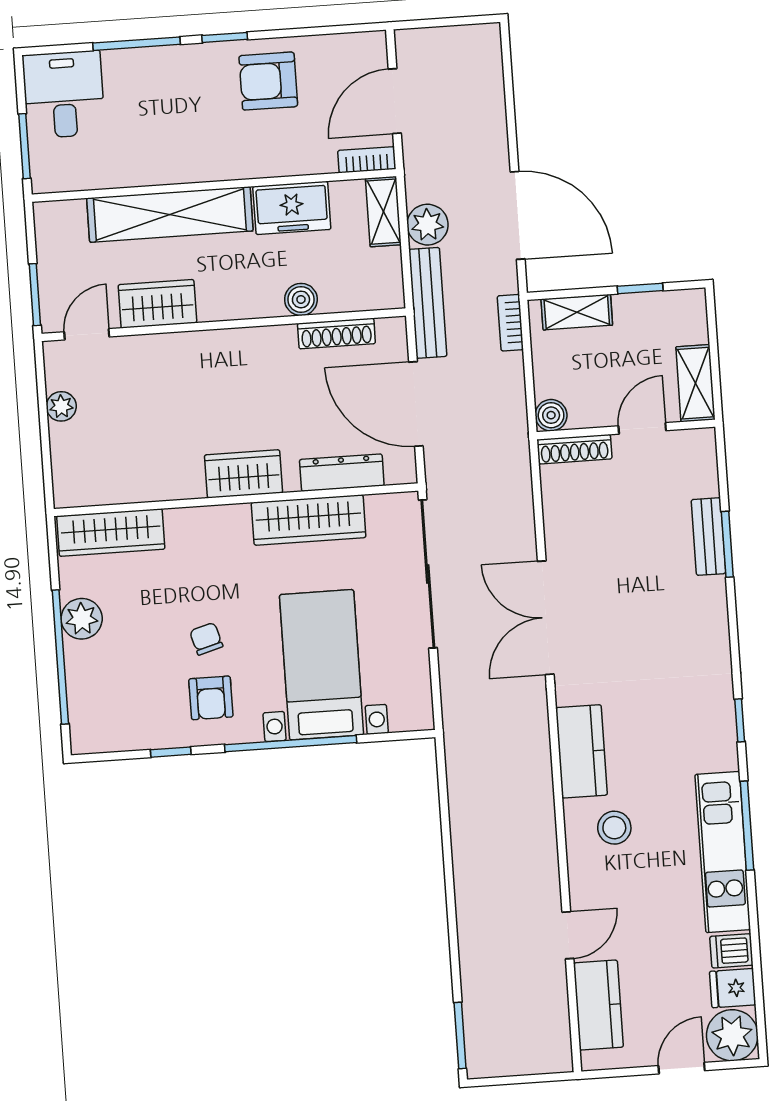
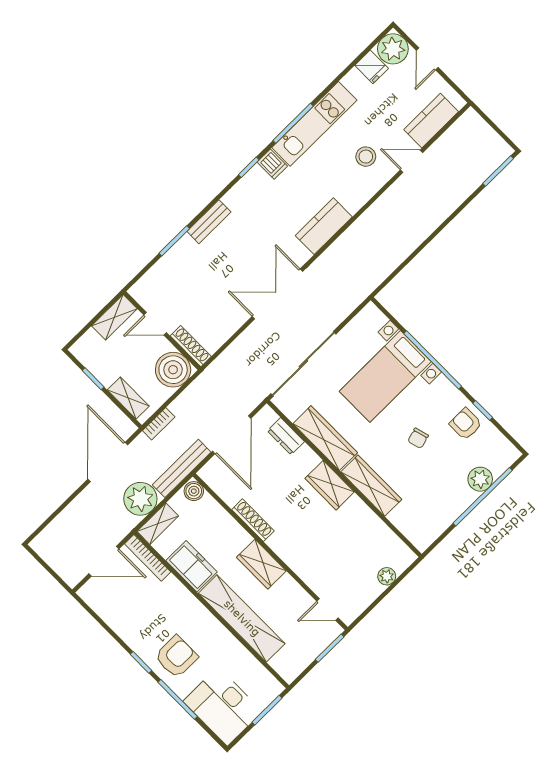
armchair: (268, 81) -> (176, 657), moved, turned -90
desk: (64, 95) -> (223, 706), width x1.37
bookcase: (367, 160) -> (148, 558), width x1.56
plant: (427, 225) -> (140, 499), width x1.36, depth x1.36
boiler: (301, 299) -> (194, 491), moved
wardrobe: (157, 304) -> (261, 564), moved
shoe rack: (336, 333) -> (253, 520), moved
plant: (61, 406) -> (387, 576), moved
boiler: (551, 415) -> (173, 370), width x1.86, depth x1.86
dresser: (342, 473) -> (286, 436), width x0.70
wardrobe: (111, 533) -> (371, 486), moved
bench: (709, 537) -> (209, 222), moved
double door: (546, 618) -> (277, 294), swing flipped
plant: (82, 619) -> (480, 479), moved
armchair: (211, 698) -> (466, 424), moved, turned -90
stool: (614, 828) -> (366, 157), moved
dishwasher: (731, 951) -> (272, 164), moved
door: (682, 1068) -> (427, 59), hinge flipped

